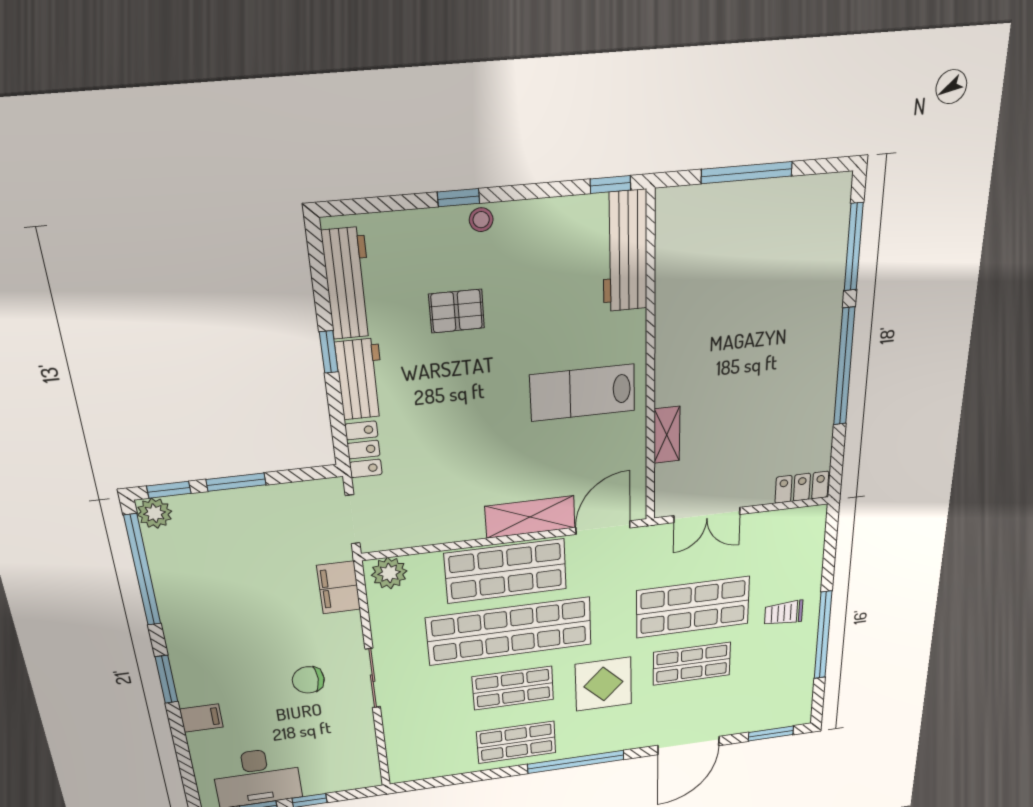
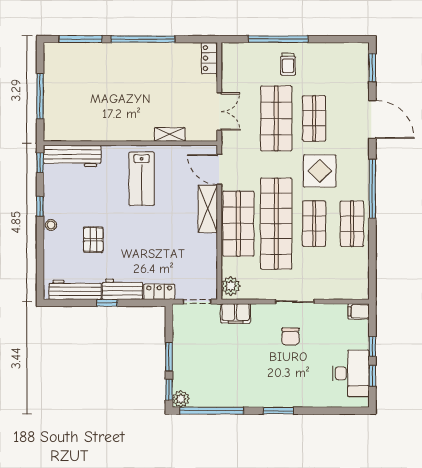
window: (458, 198) -> (40, 206), moved
window: (823, 635) -> (278, 39), moved
filing cabinet: (201, 718) -> (359, 311), moved, turned -90

